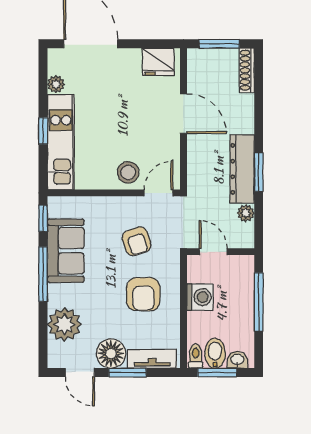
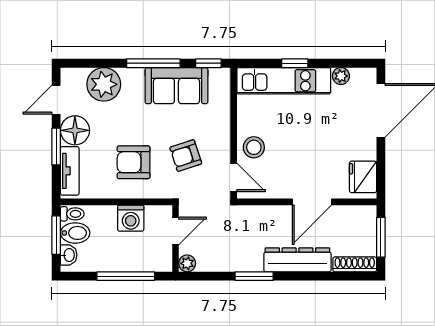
dresser: (242, 169) -> (297, 260), moved
plant: (246, 213) -> (187, 263), moved

